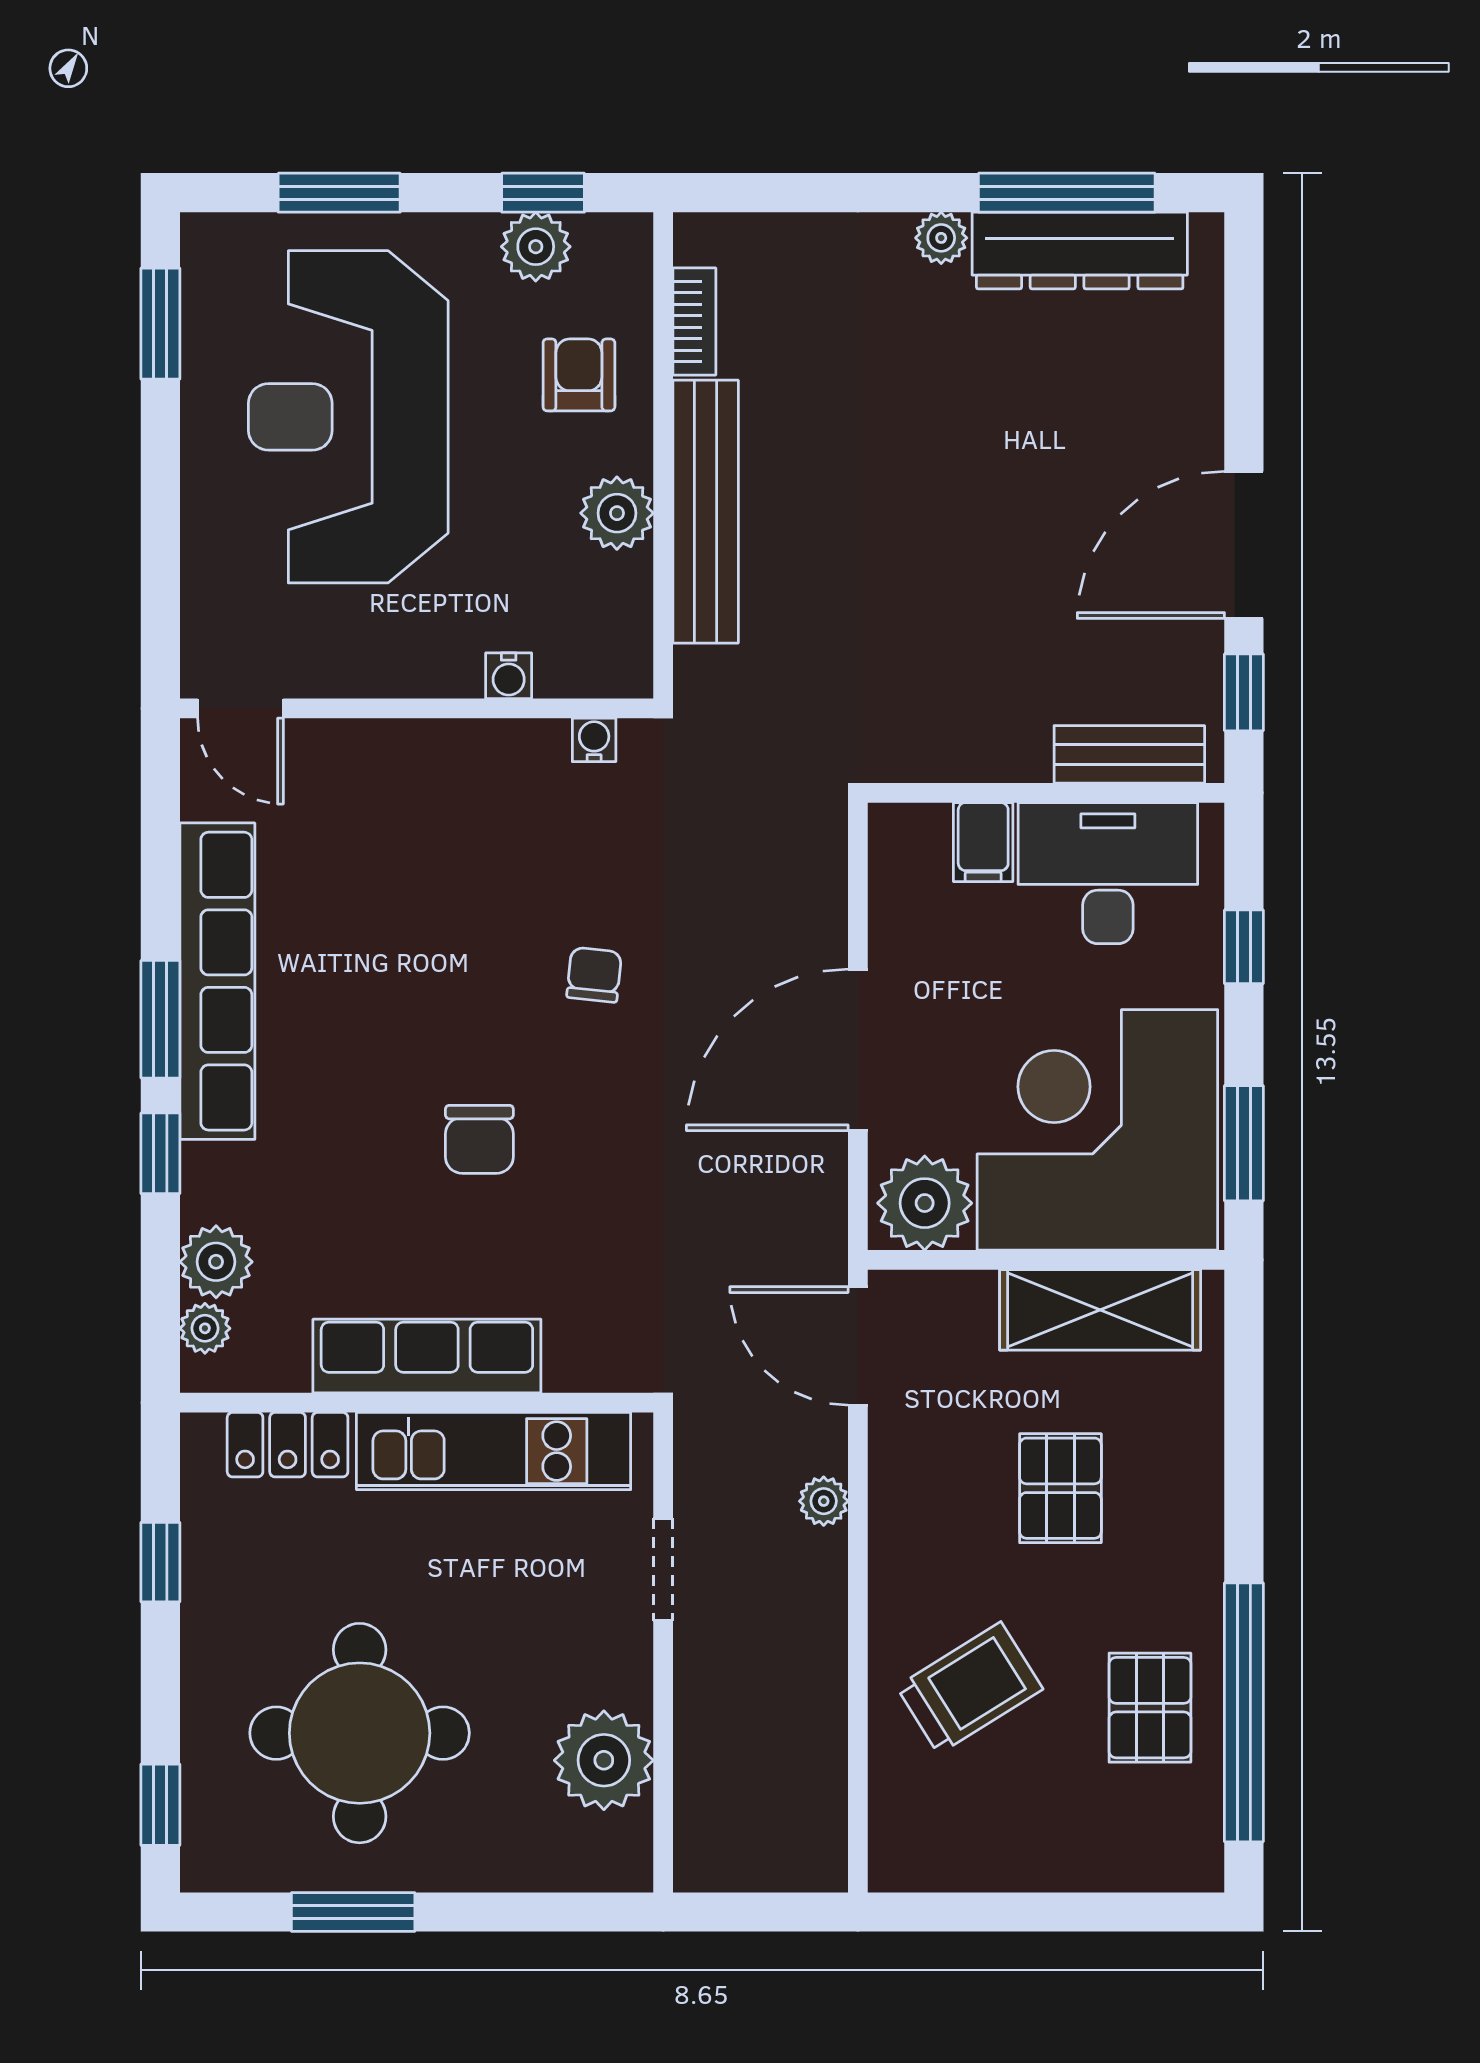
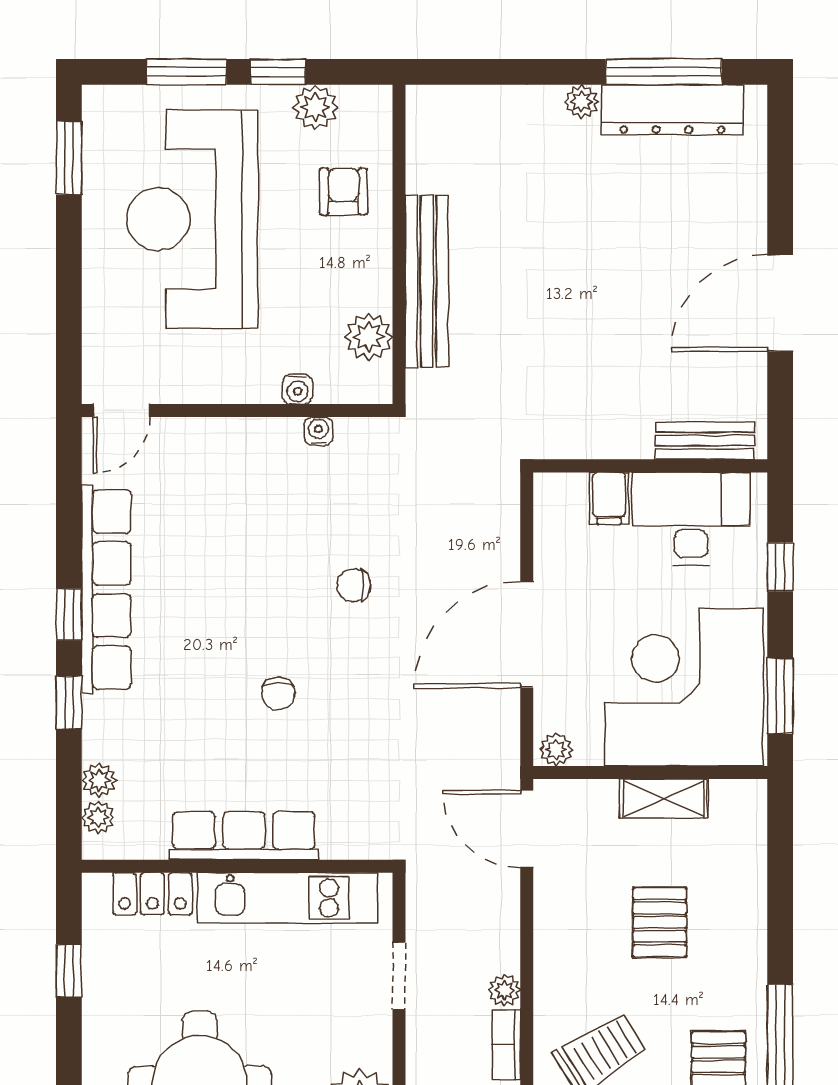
window: (543, 193) -> (278, 72), moved
bookcase: (694, 321) -> (506, 1045), moved, turned 180
plant: (617, 513) -> (369, 337), moved
window: (1244, 692) -> (780, 400), removed
door: (240, 708) -> (121, 411), hinge flipped
water cooler: (594, 740) -> (318, 431), moved
chair: (594, 975) -> (354, 585), turned -96
window: (160, 1019) -> (69, 614), width x0.67
chair: (479, 1139) -> (278, 693), width x0.73, depth x0.73
plant: (925, 1203) -> (556, 750), width x0.53, depth x0.53
plant: (216, 1262) -> (99, 780), width x0.73, depth x0.73
shelving: (1100, 1310) -> (664, 799), width x0.67, depth x0.75
plant: (824, 1501) -> (504, 990), moved

